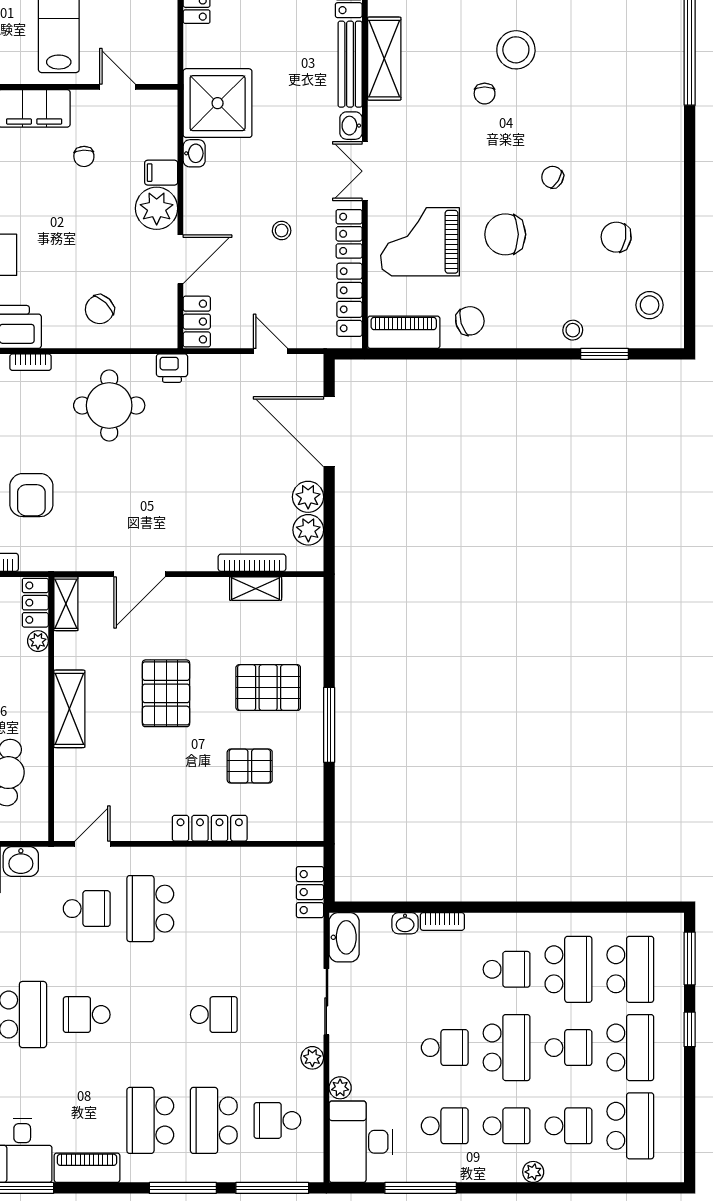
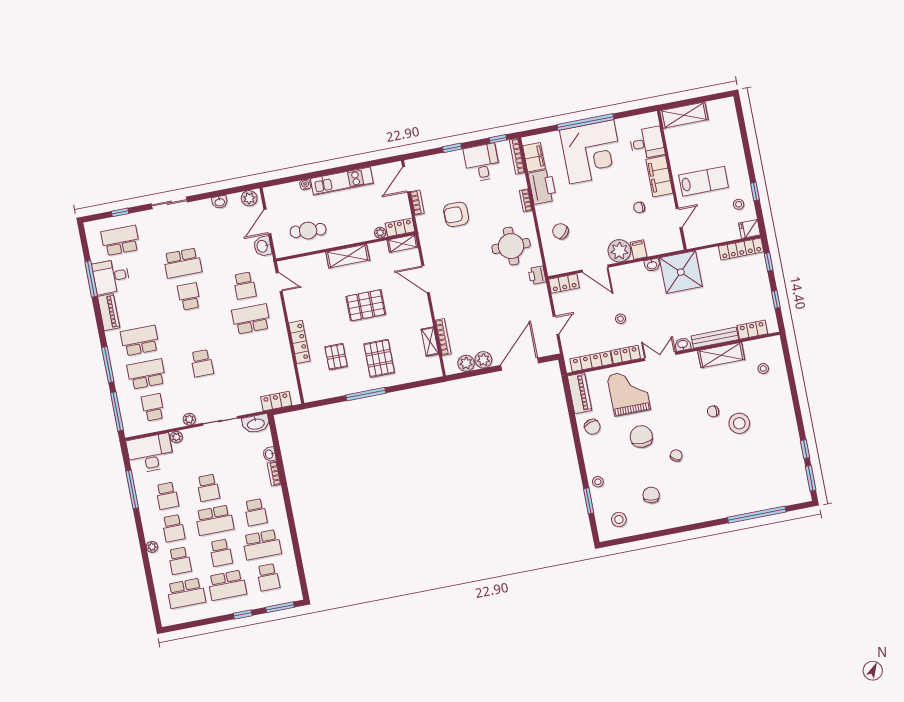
school desk: (630, 969) -> (268, 577), width x0.54

